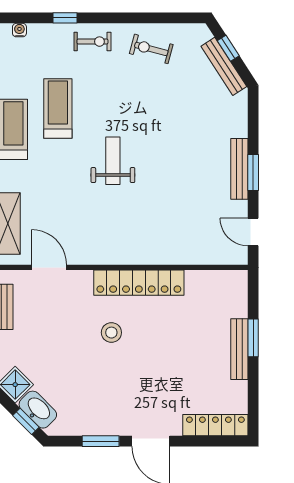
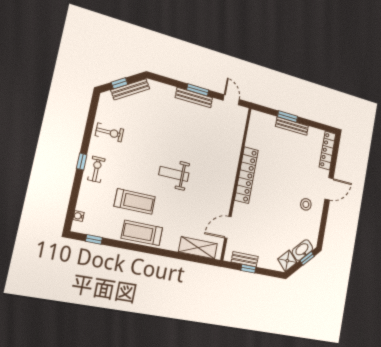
window: (65, 18) -> (82, 162), moved
exercise bike: (151, 49) -> (109, 132), turned -105
treadmill: (58, 108) -> (135, 201), turned 180
door: (253, 232) -> (231, 100), swing flipped
stool: (111, 333) -> (306, 204), moved
window: (101, 441) -> (324, 217), removed

